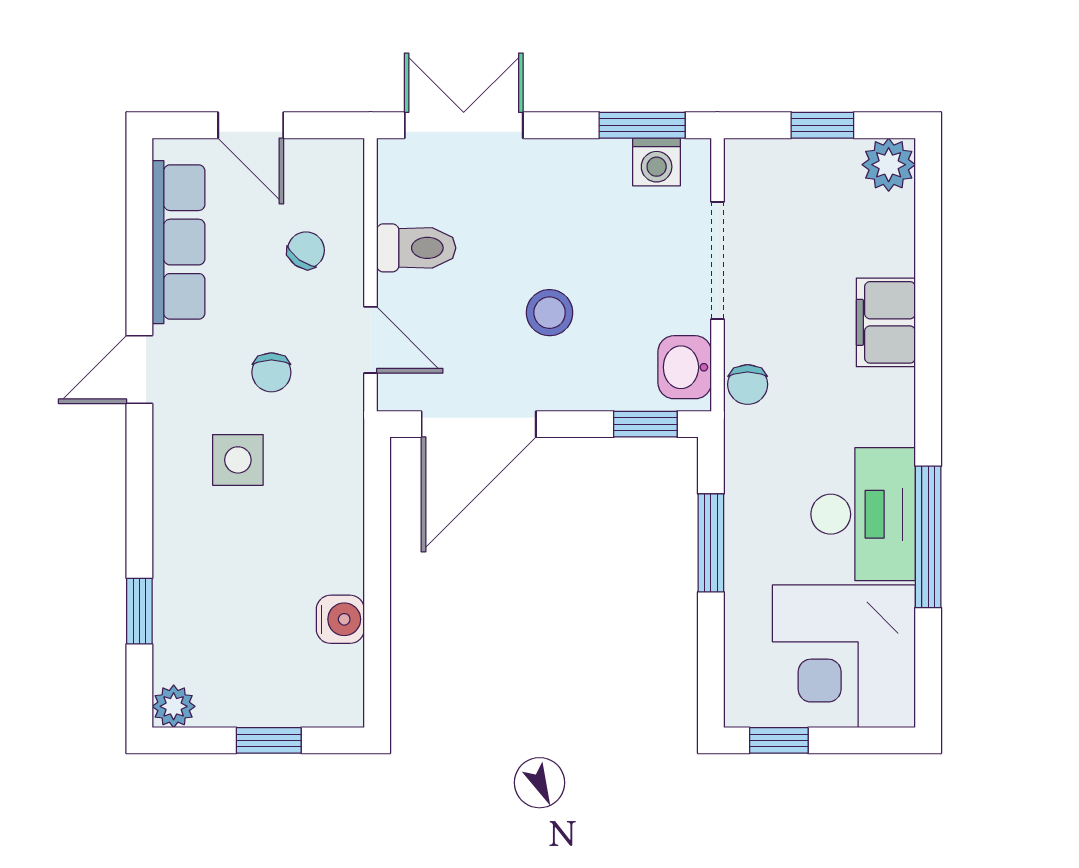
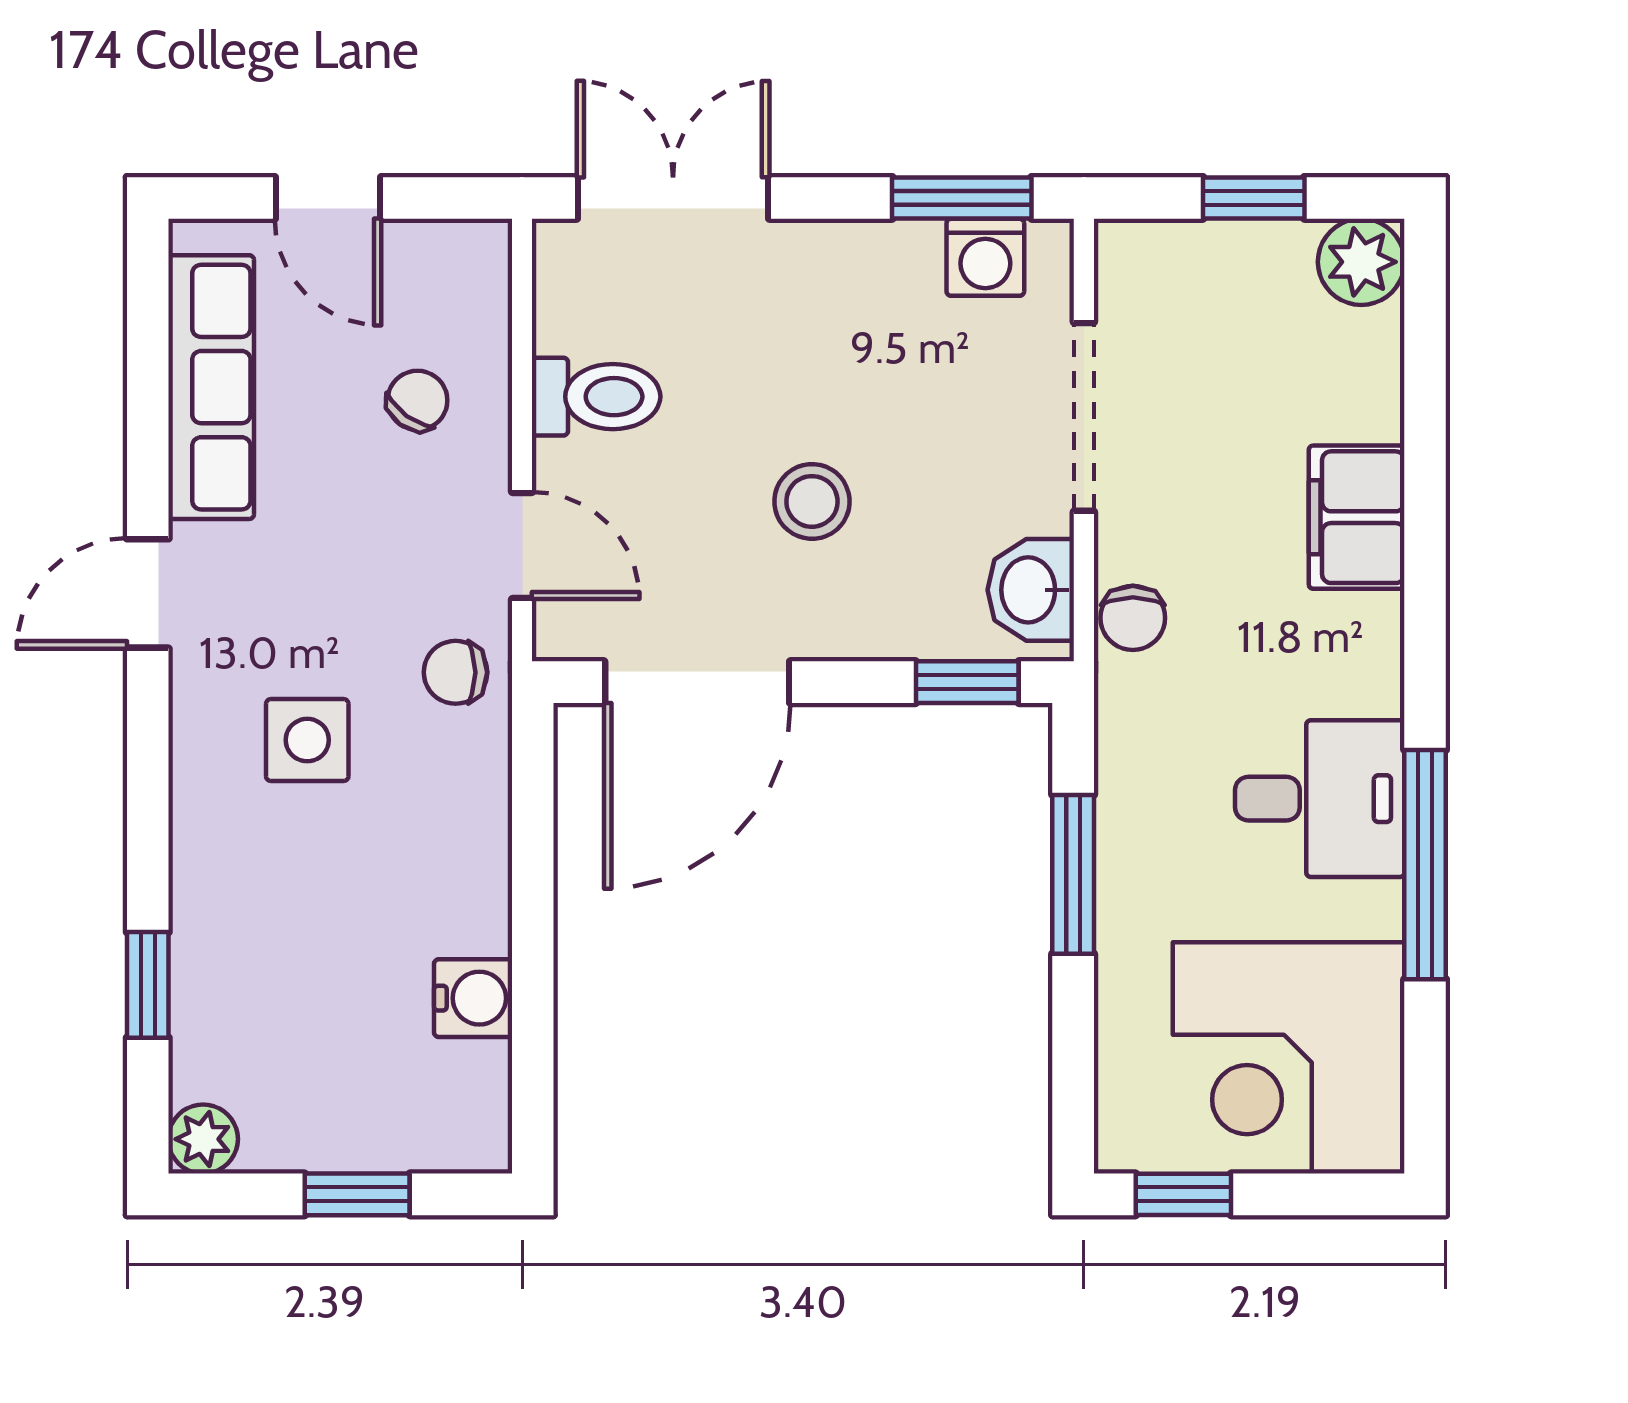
chair: (271, 372) -> (456, 672), moved, turned 90
desk: (863, 514) -> (1320, 799), width x0.73

